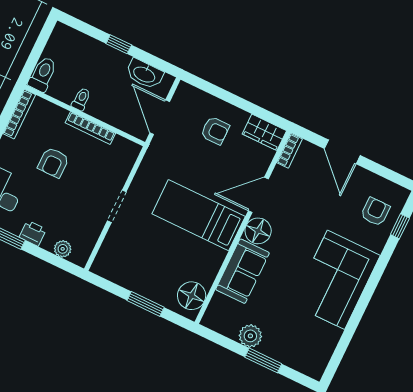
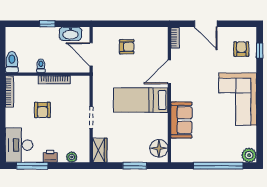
wardrobe: (264, 132) -> (100, 150), moved, turned -90
floor lamp: (258, 231) -> (179, 93), removed
plant: (250, 336) -> (249, 155), moved
window: (263, 360) -> (218, 166), width x2.11

